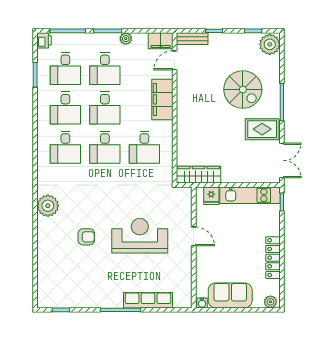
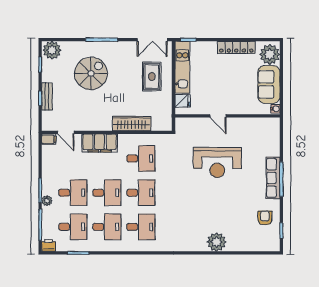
plant: (126, 39) -> (47, 201), moved
bench: (192, 39) -> (47, 97), moved
filing cabinet: (161, 41) -> (49, 139), width x0.50
rug: (262, 129) -> (152, 77), moved
double door: (282, 160) -> (152, 40), swing flipped
wardrobe: (199, 175) -> (132, 123), moved, turned 90
plant: (48, 206) -> (217, 242), moved
reception desk: (140, 236) -> (217, 163), turned -90
door: (194, 236) -> (218, 116), swing flipped
armchair: (86, 237) -> (265, 218), moved
row of seats: (148, 300) -> (273, 178), moved
plant: (270, 302) -> (270, 54), width x1.88, depth x1.88

